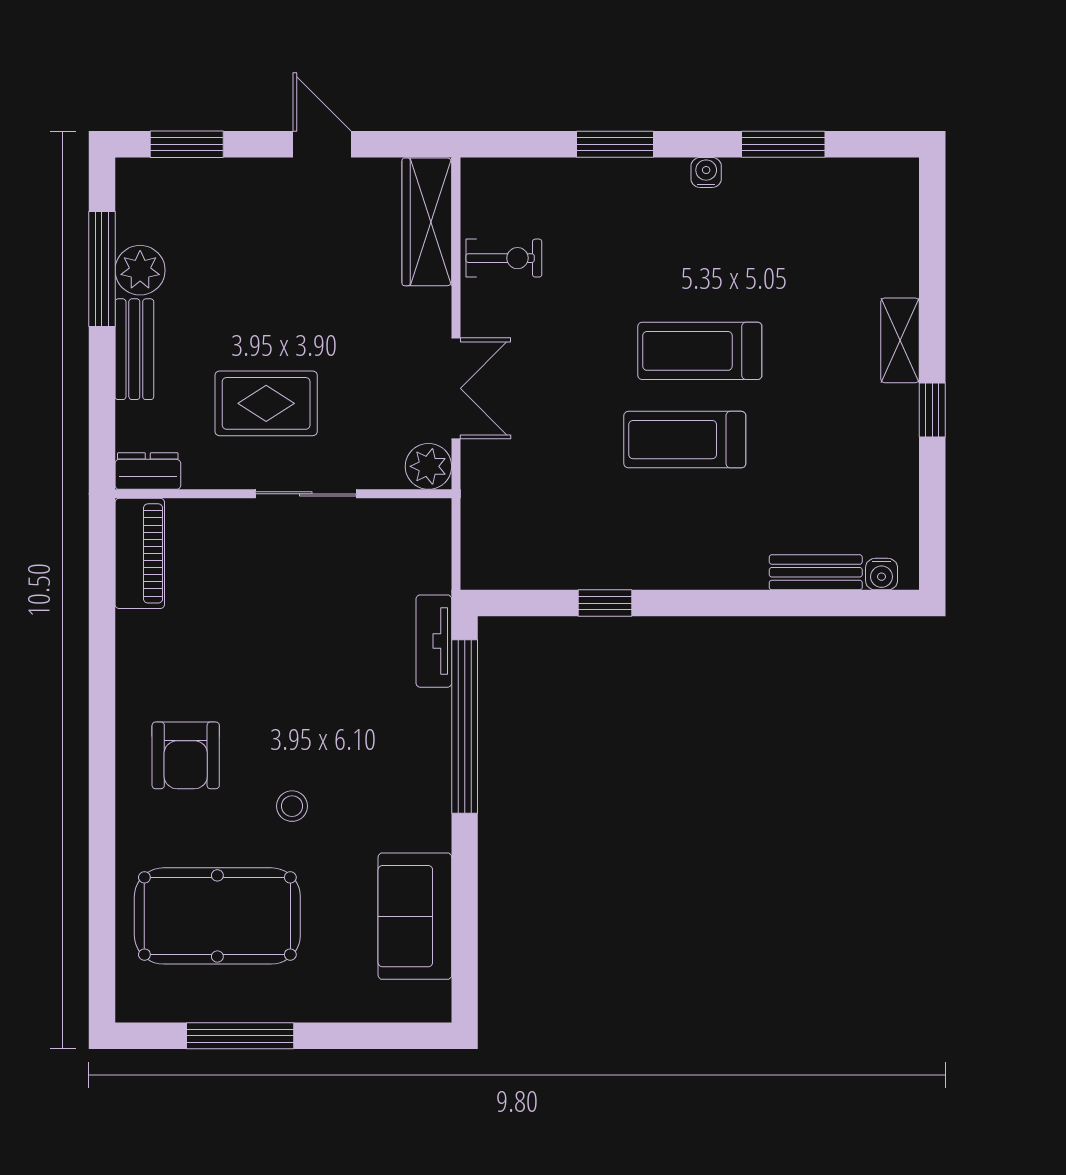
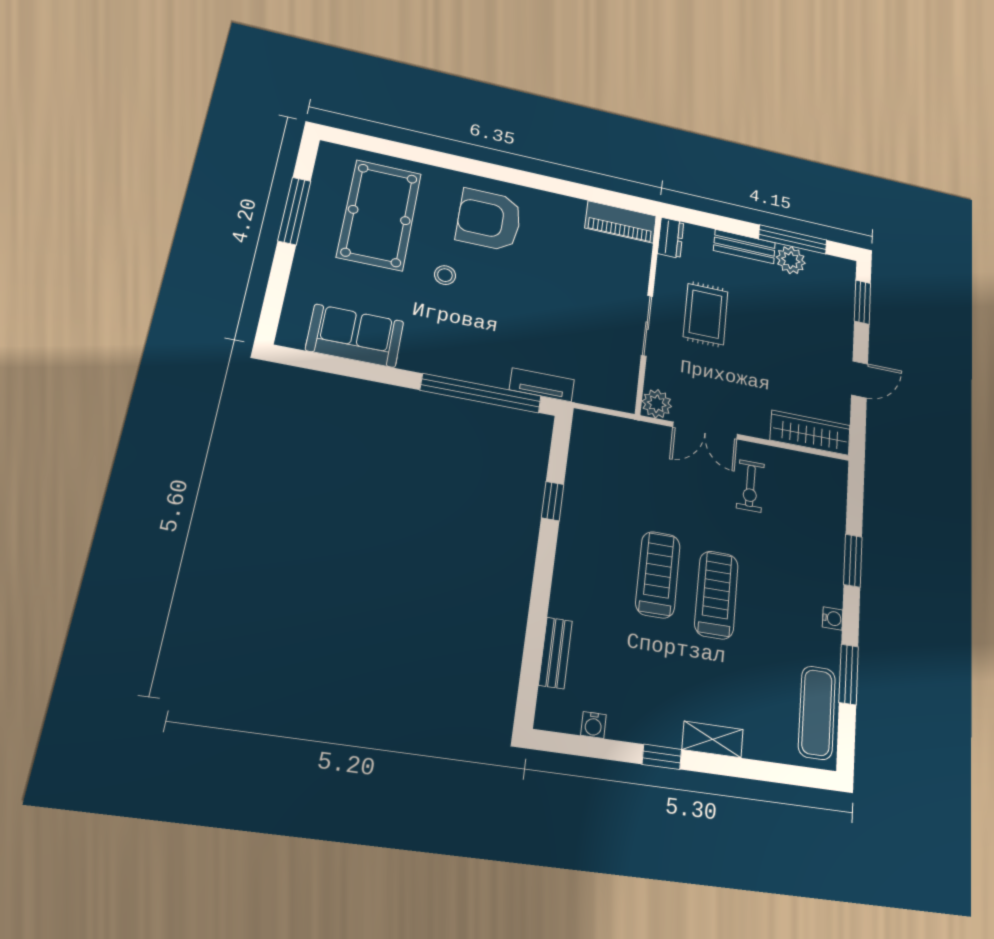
exercise mat: (843, 190) -> (817, 712), added
exercise bike: (504, 258) -> (750, 486), moved
water cooler: (882, 574) -> (593, 725), moved, turned -90
armchair: (186, 755) -> (489, 220), width x1.36, depth x1.36

